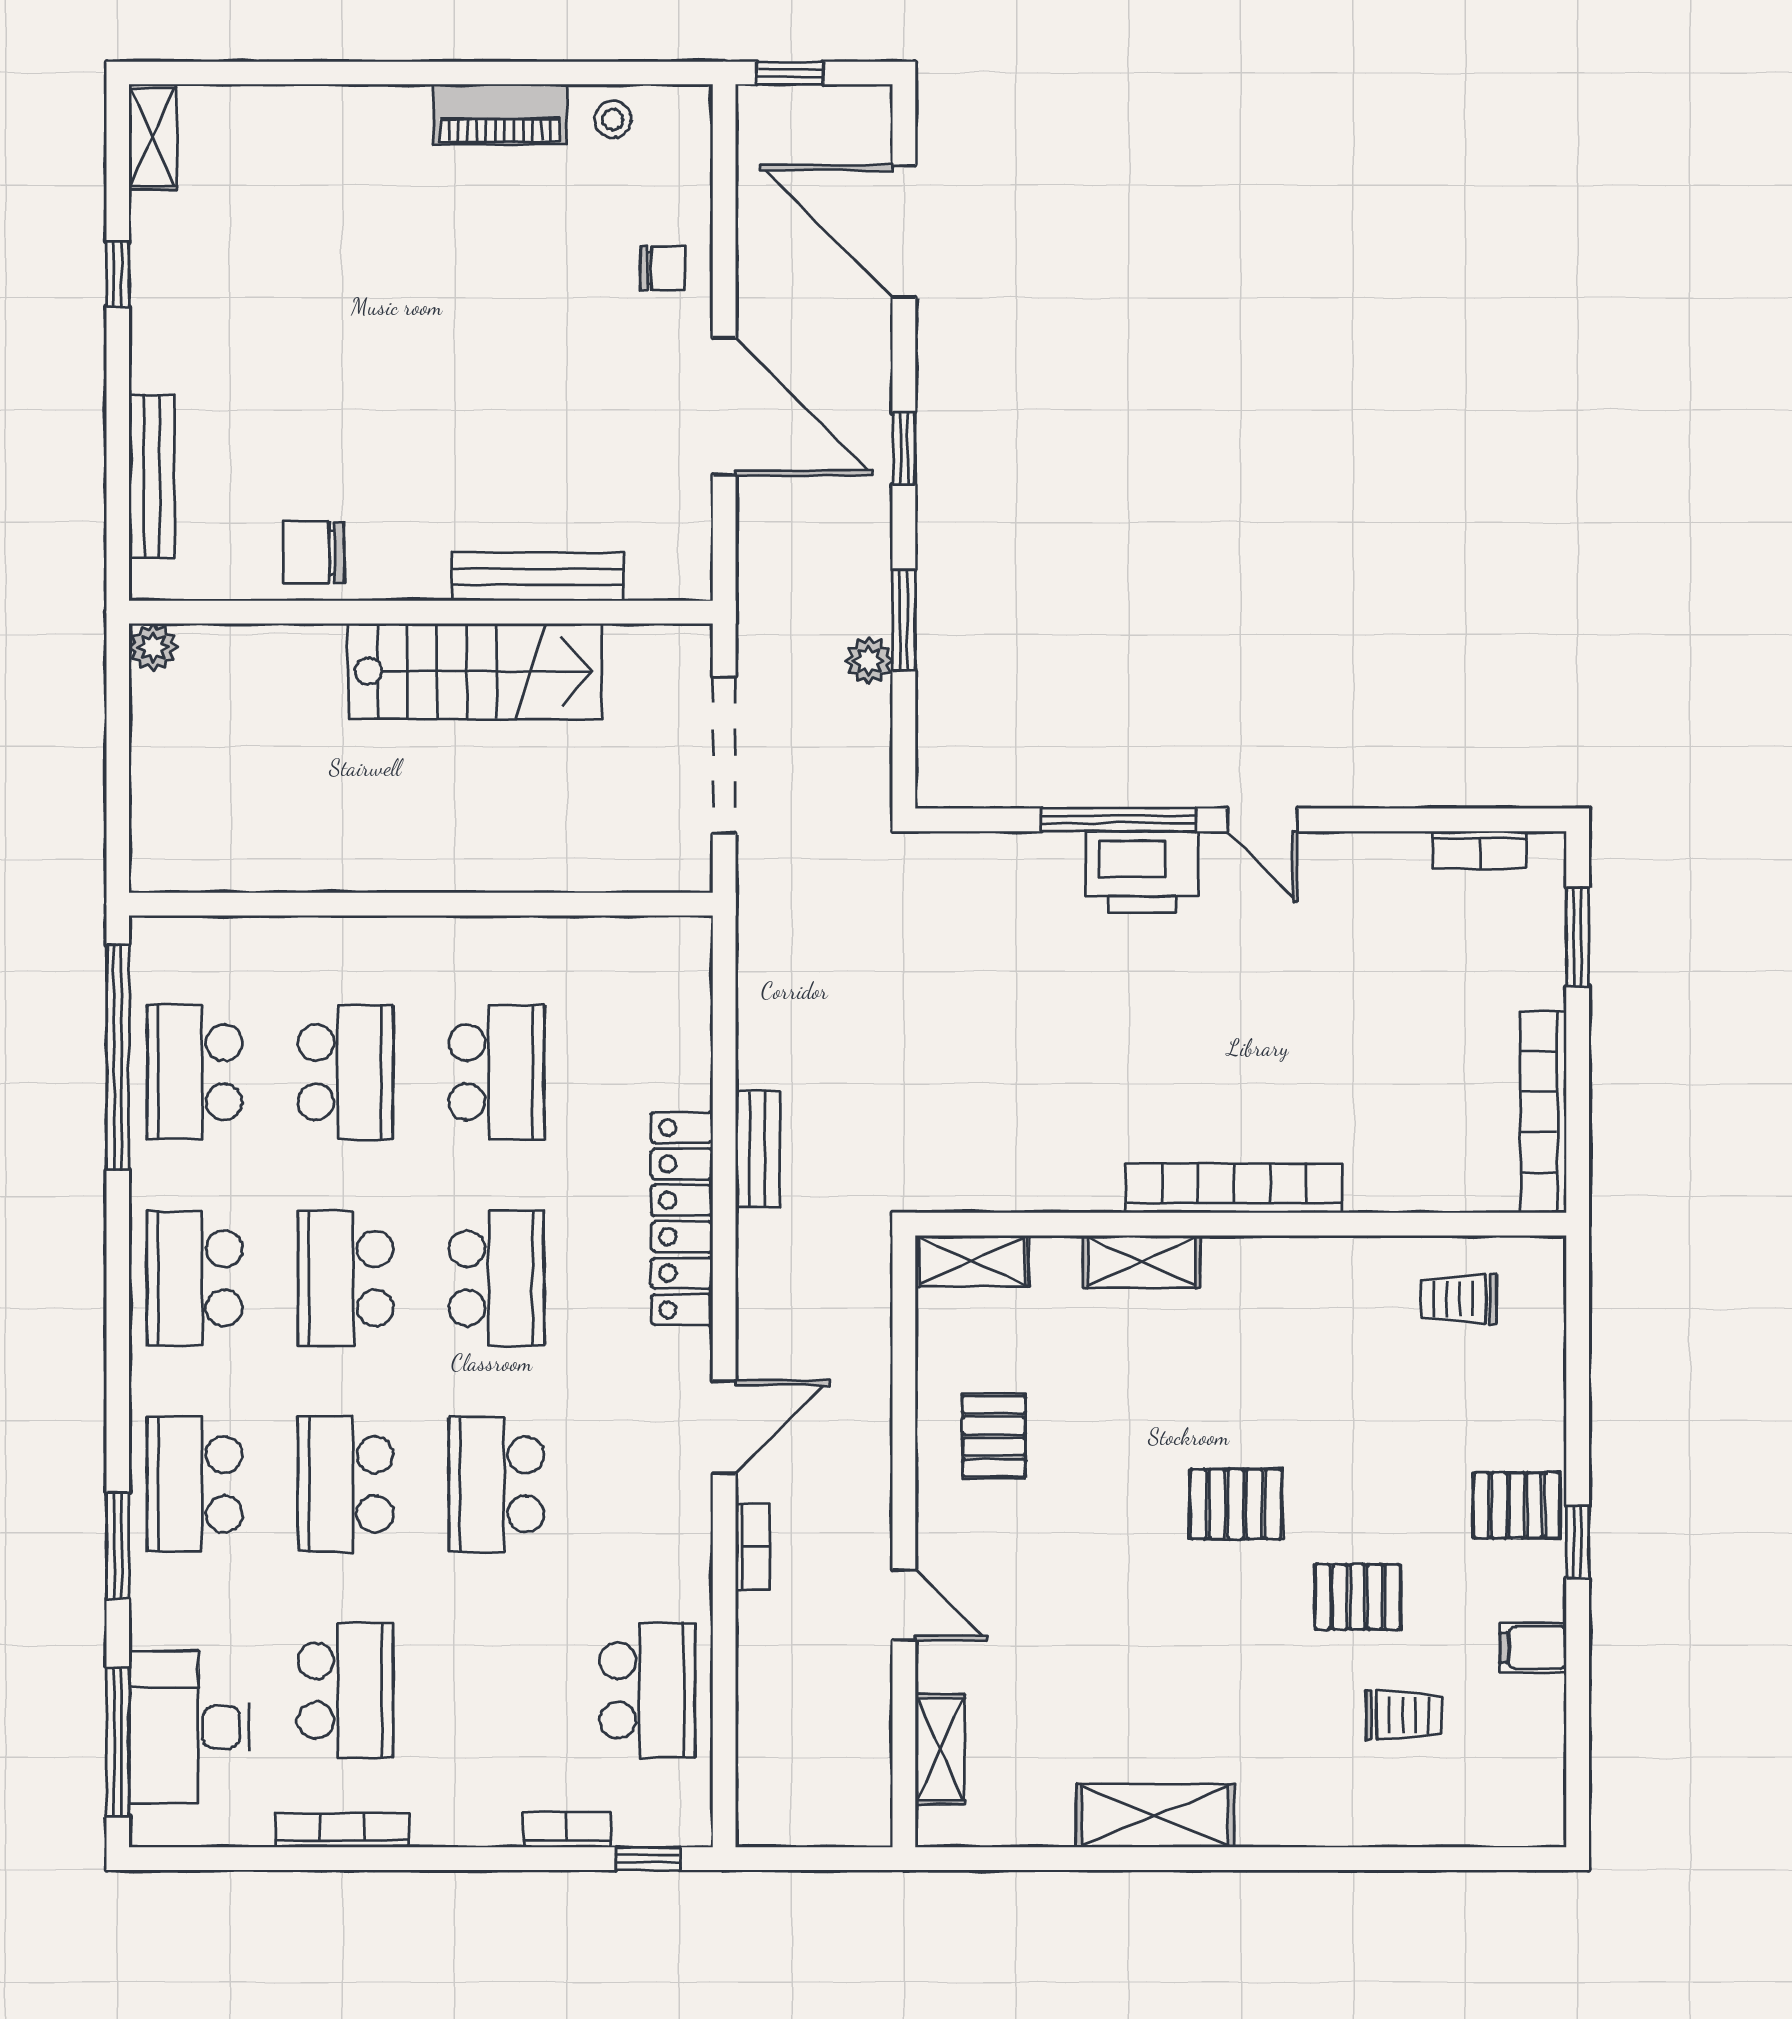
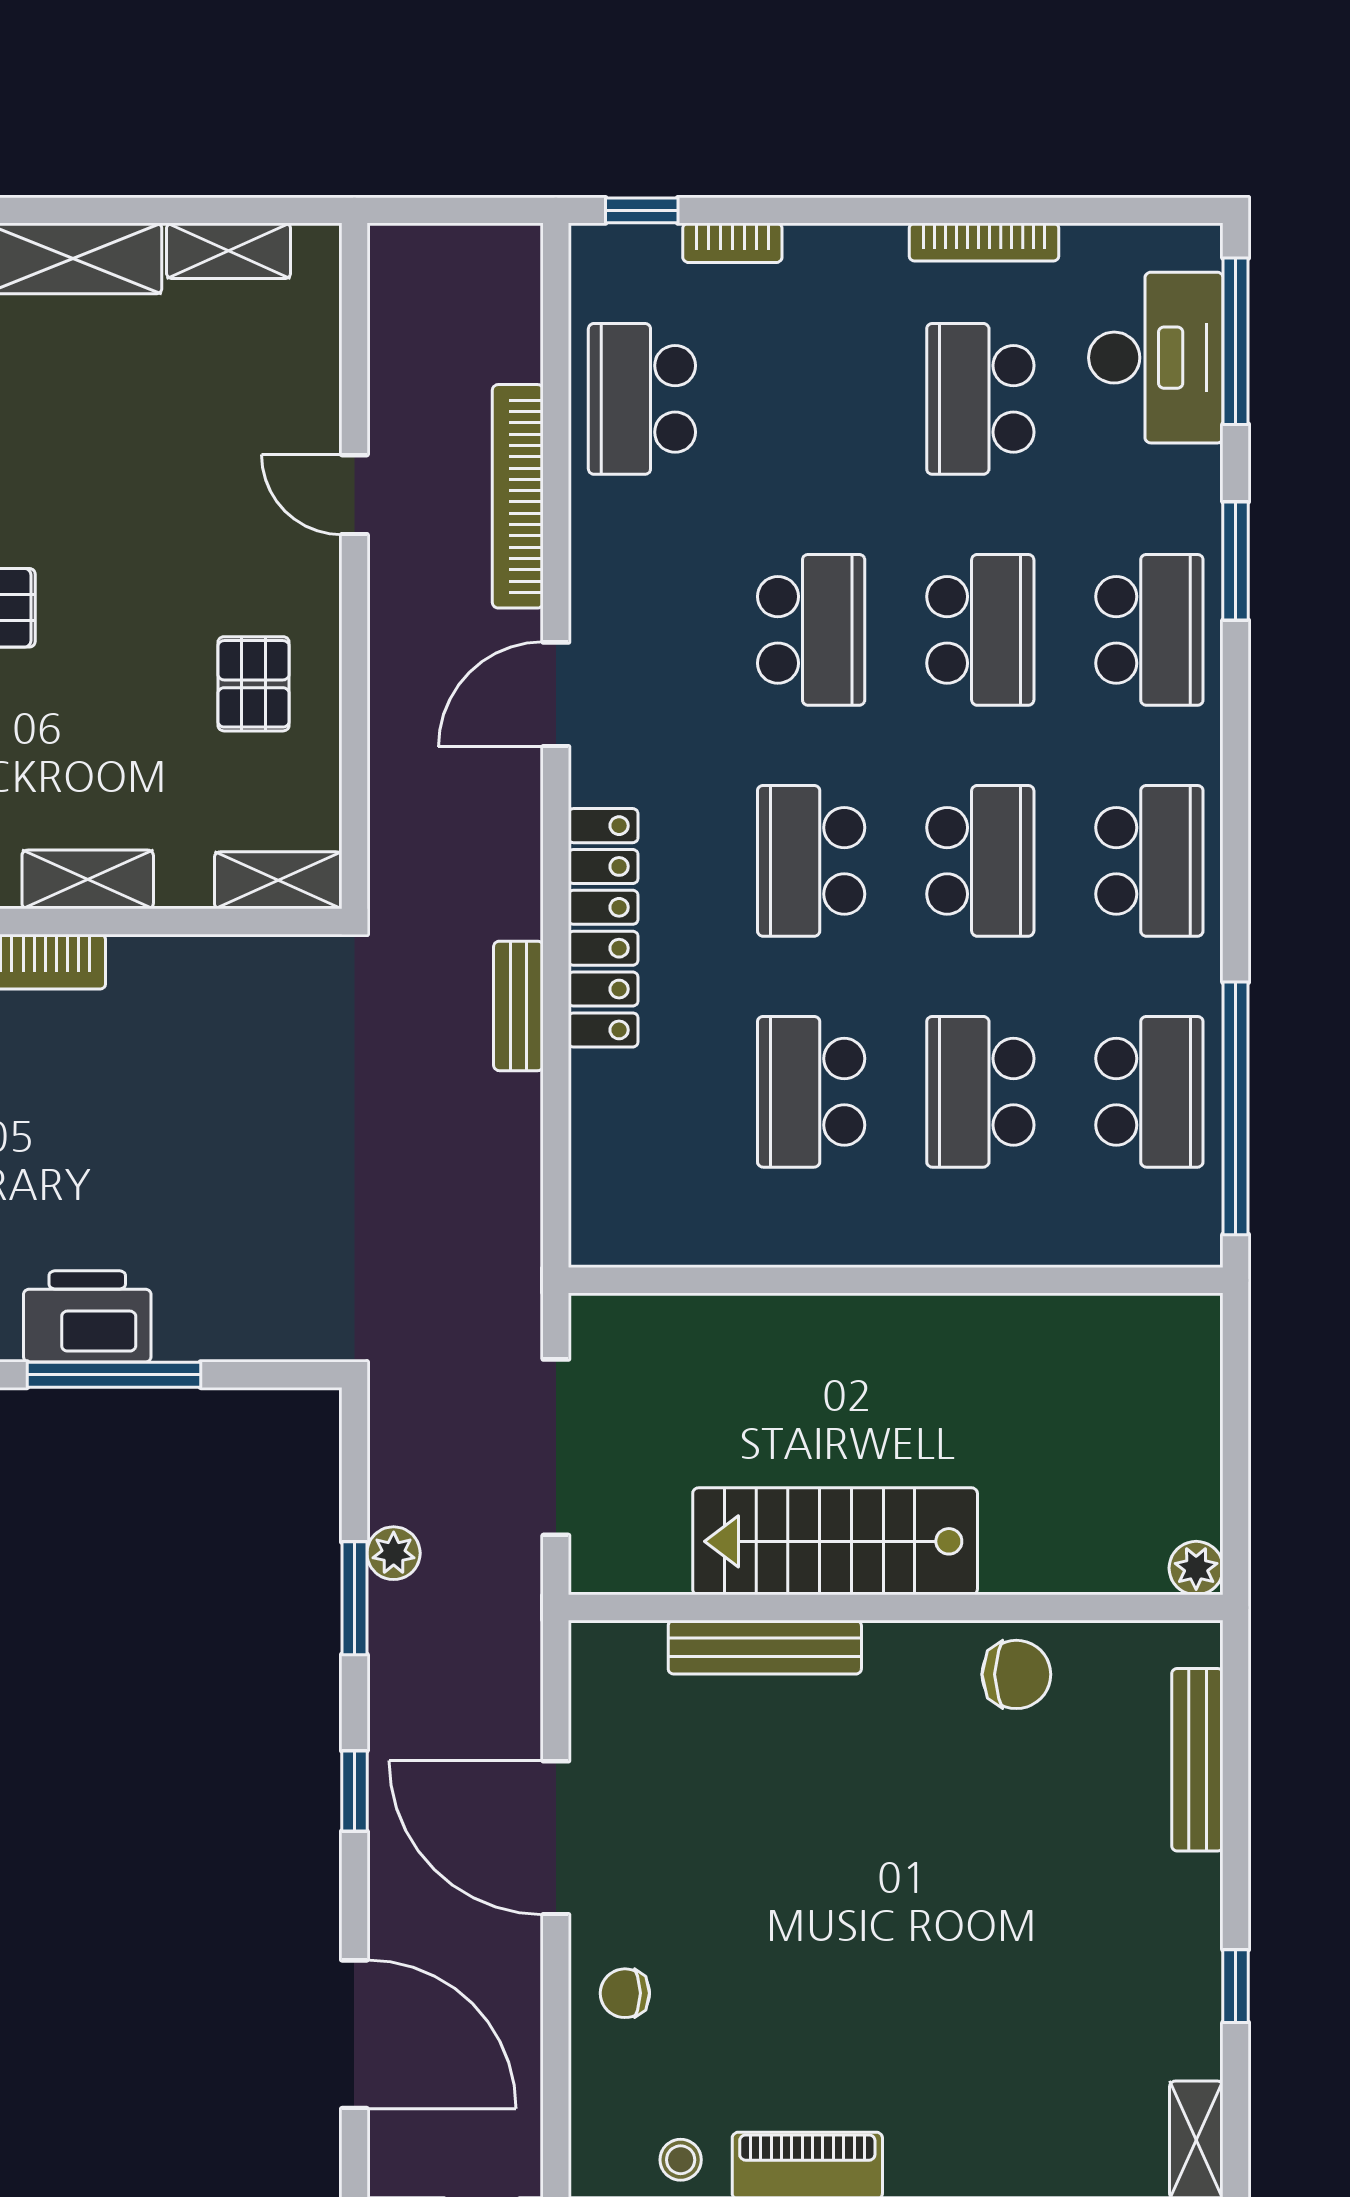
bookcase: (753, 1547) -> (518, 496), width x2.31, depth x1.31
shelving: (940, 1749) -> (229, 251), moved, turned 90

